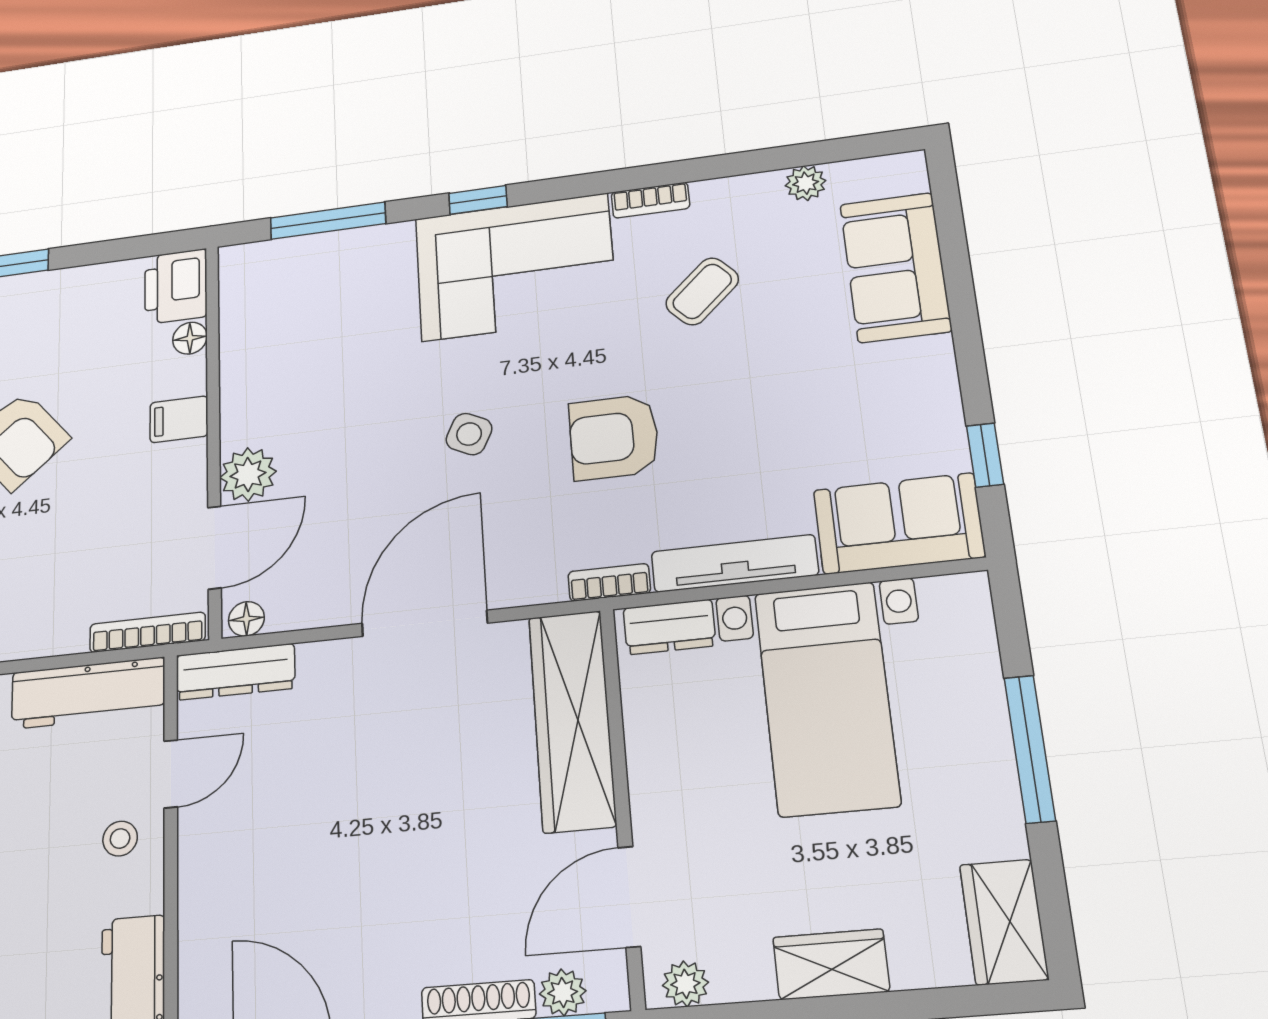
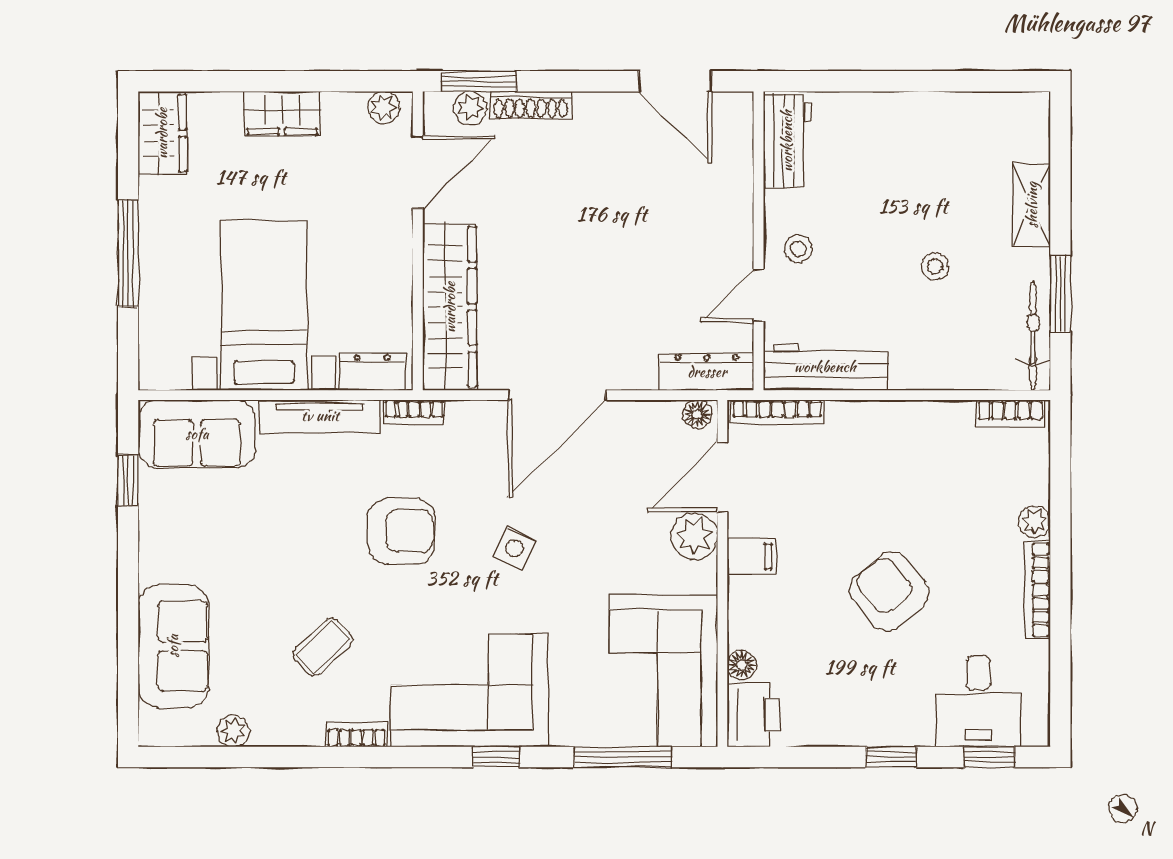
corner sofa: (282, 319) -> (663, 671), added
filing cabinet: (179, 419) -> (751, 557), moved

